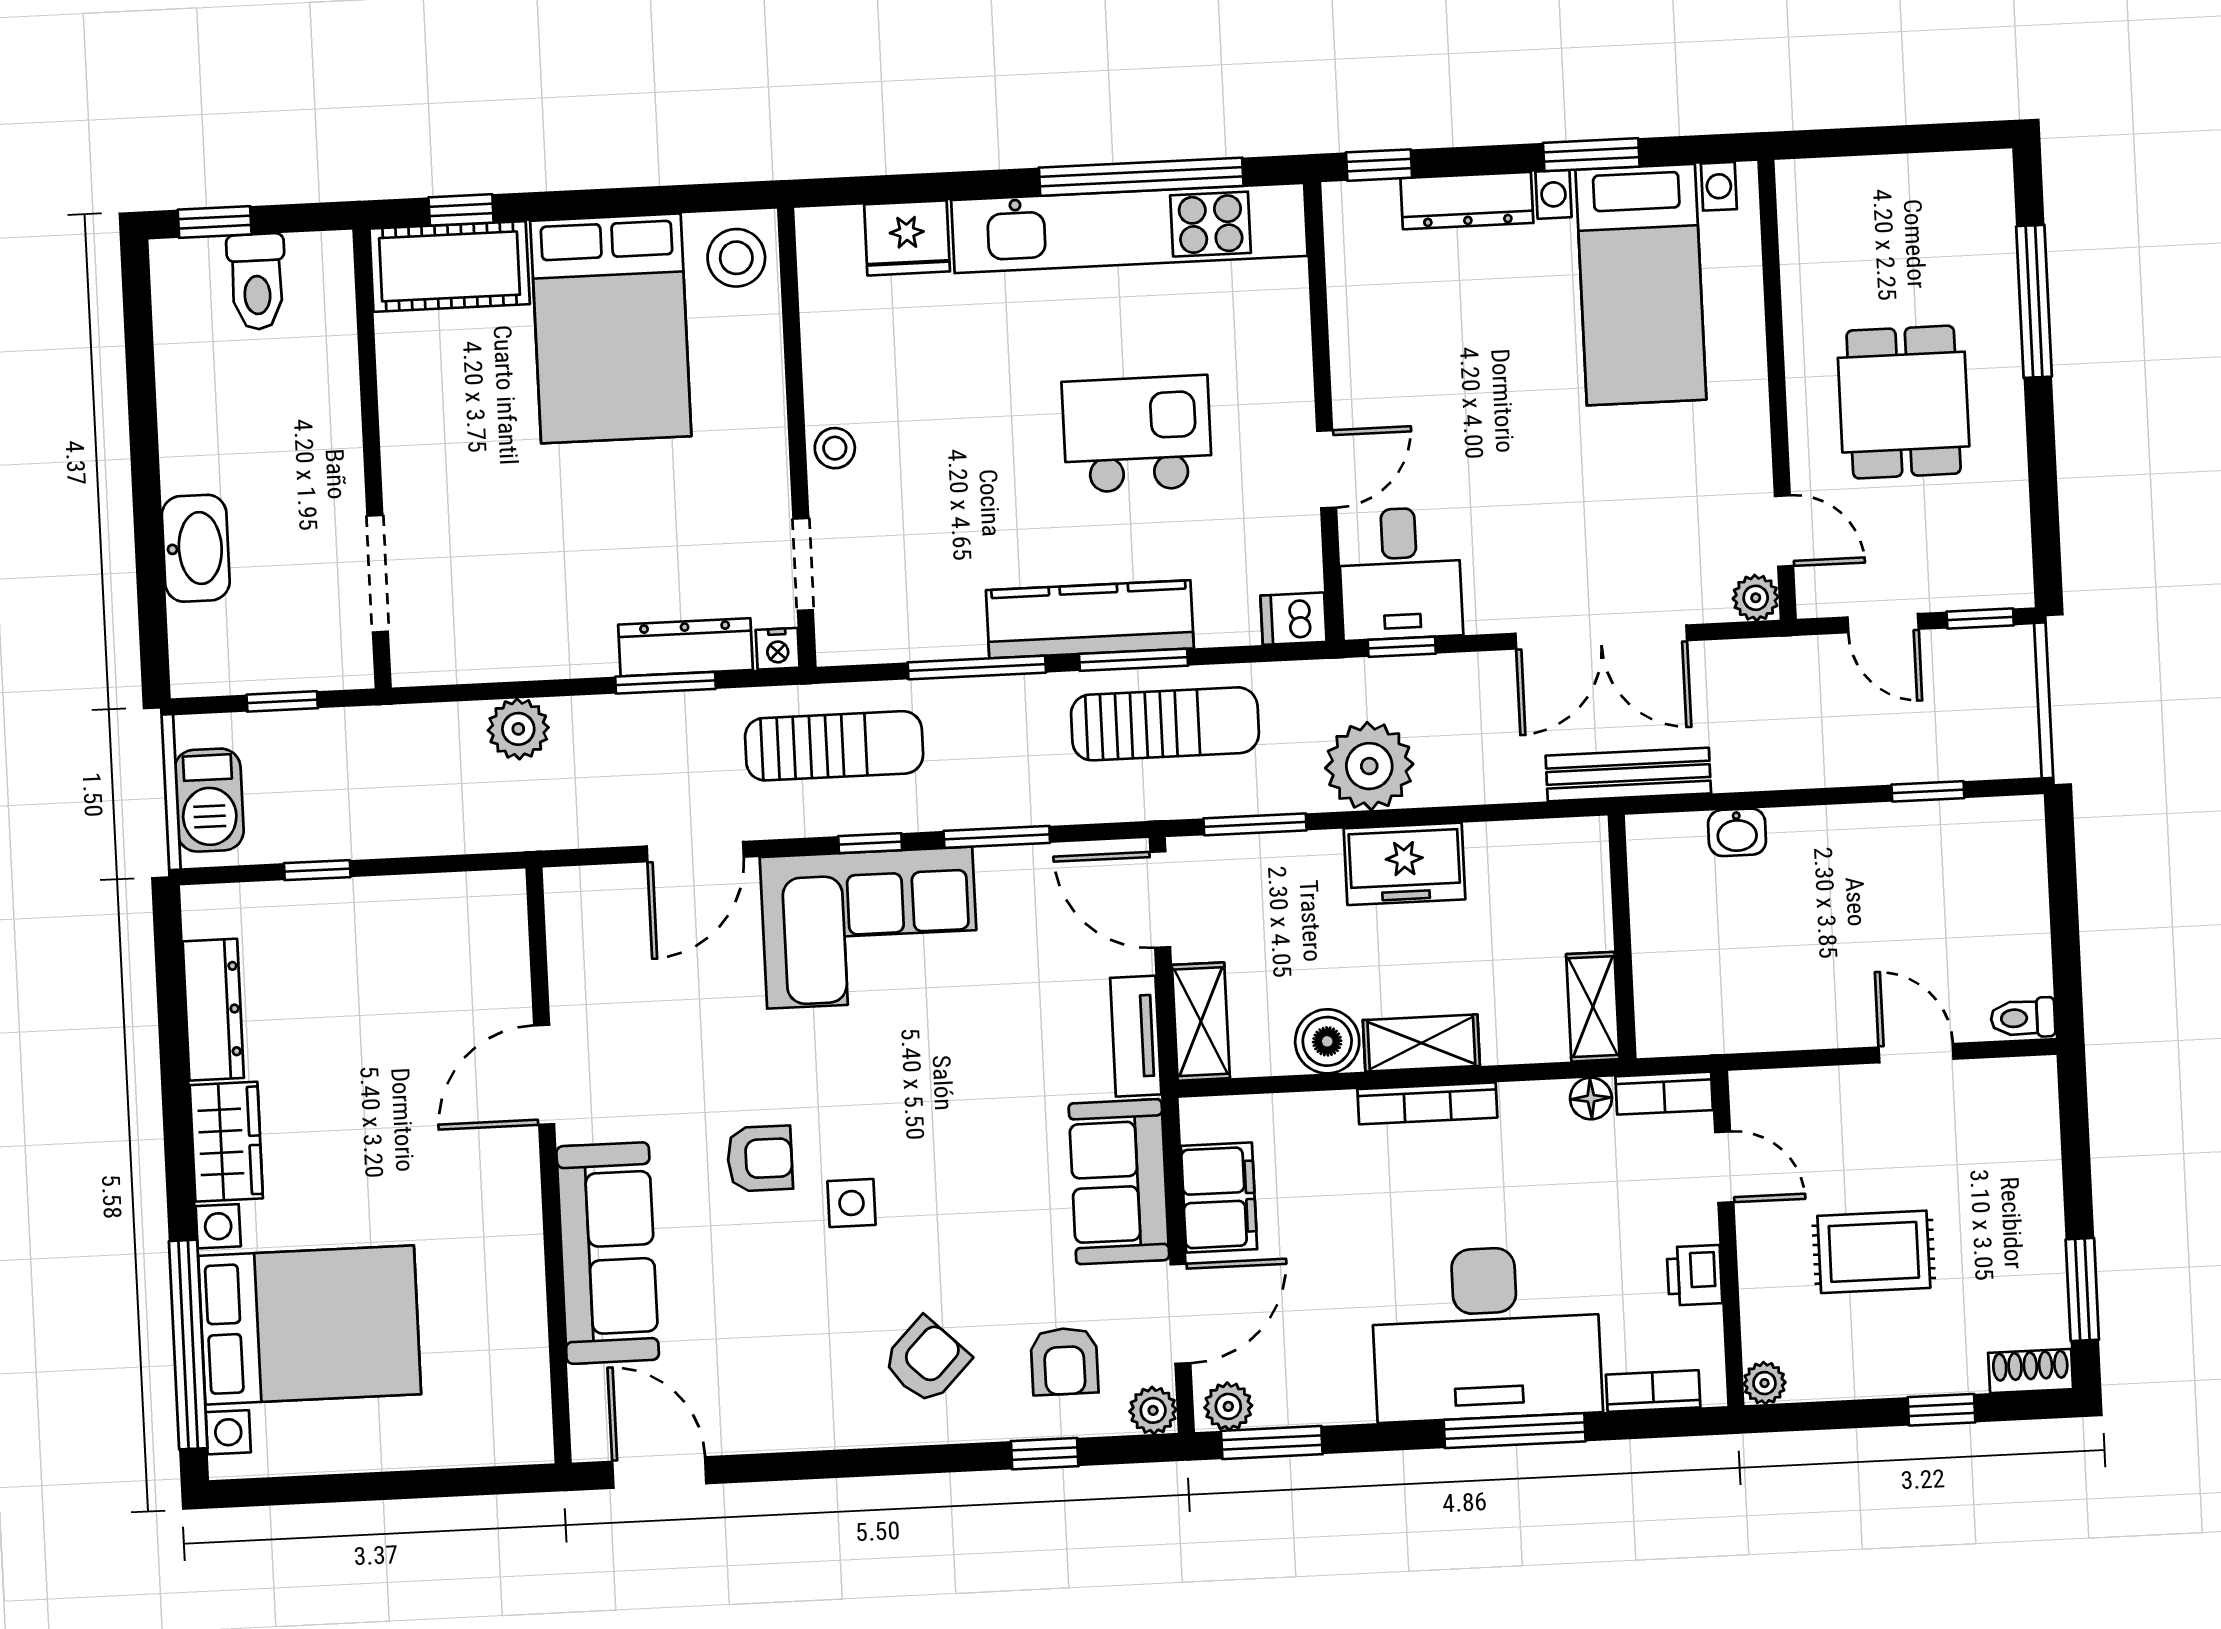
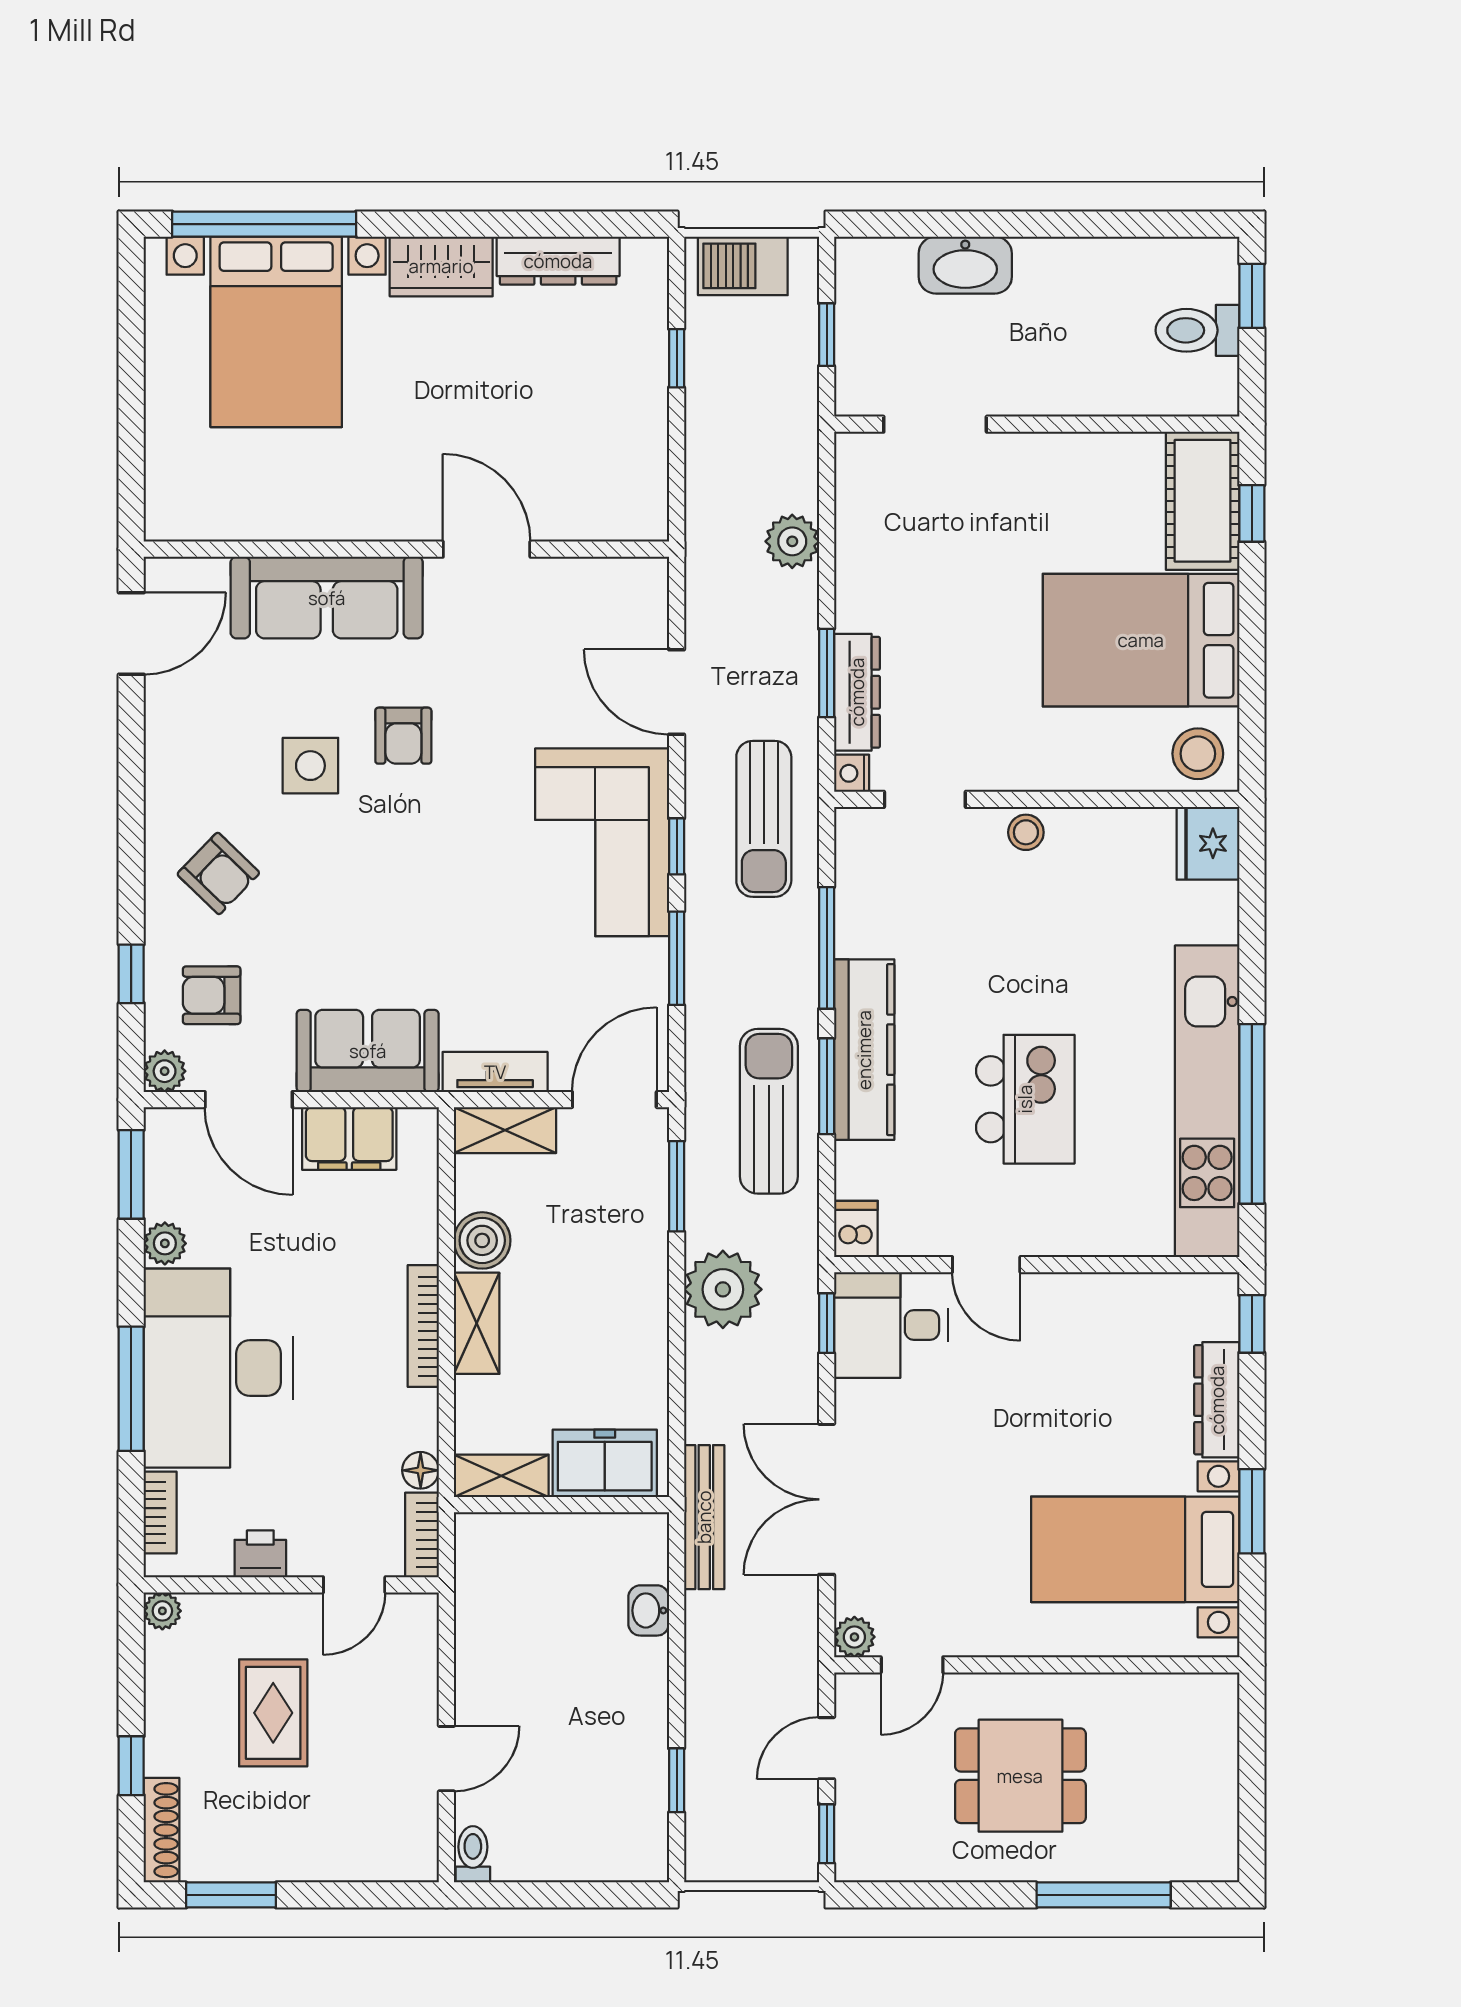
fridge: (907, 238) -> (1208, 843), moved
sun lounger: (1165, 724) -> (769, 1111), turned 180
freezer: (1405, 864) -> (605, 1463), moved, turned 90
side table: (852, 1203) -> (310, 766), moved, width x1.37, depth x1.37
shoe rack: (2031, 1371) -> (162, 1830), width x1.43
plant: (1228, 1406) -> (165, 1243), moved

